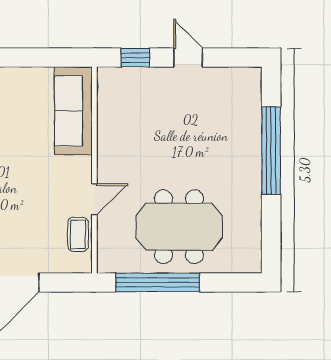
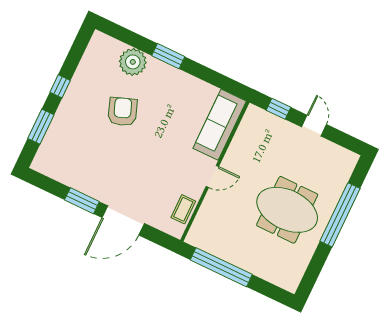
door: (94, 199) -> (212, 176), moved
meeting table: (179, 227) -> (287, 210), moved

